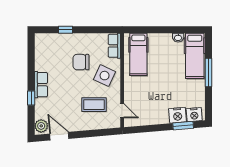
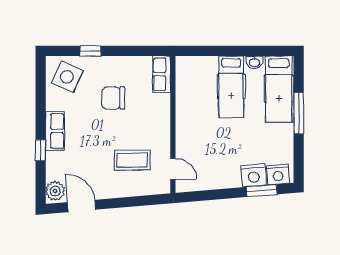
hospital bed: (138, 54) -> (231, 87), moved
side table: (105, 76) -> (67, 77), moved

